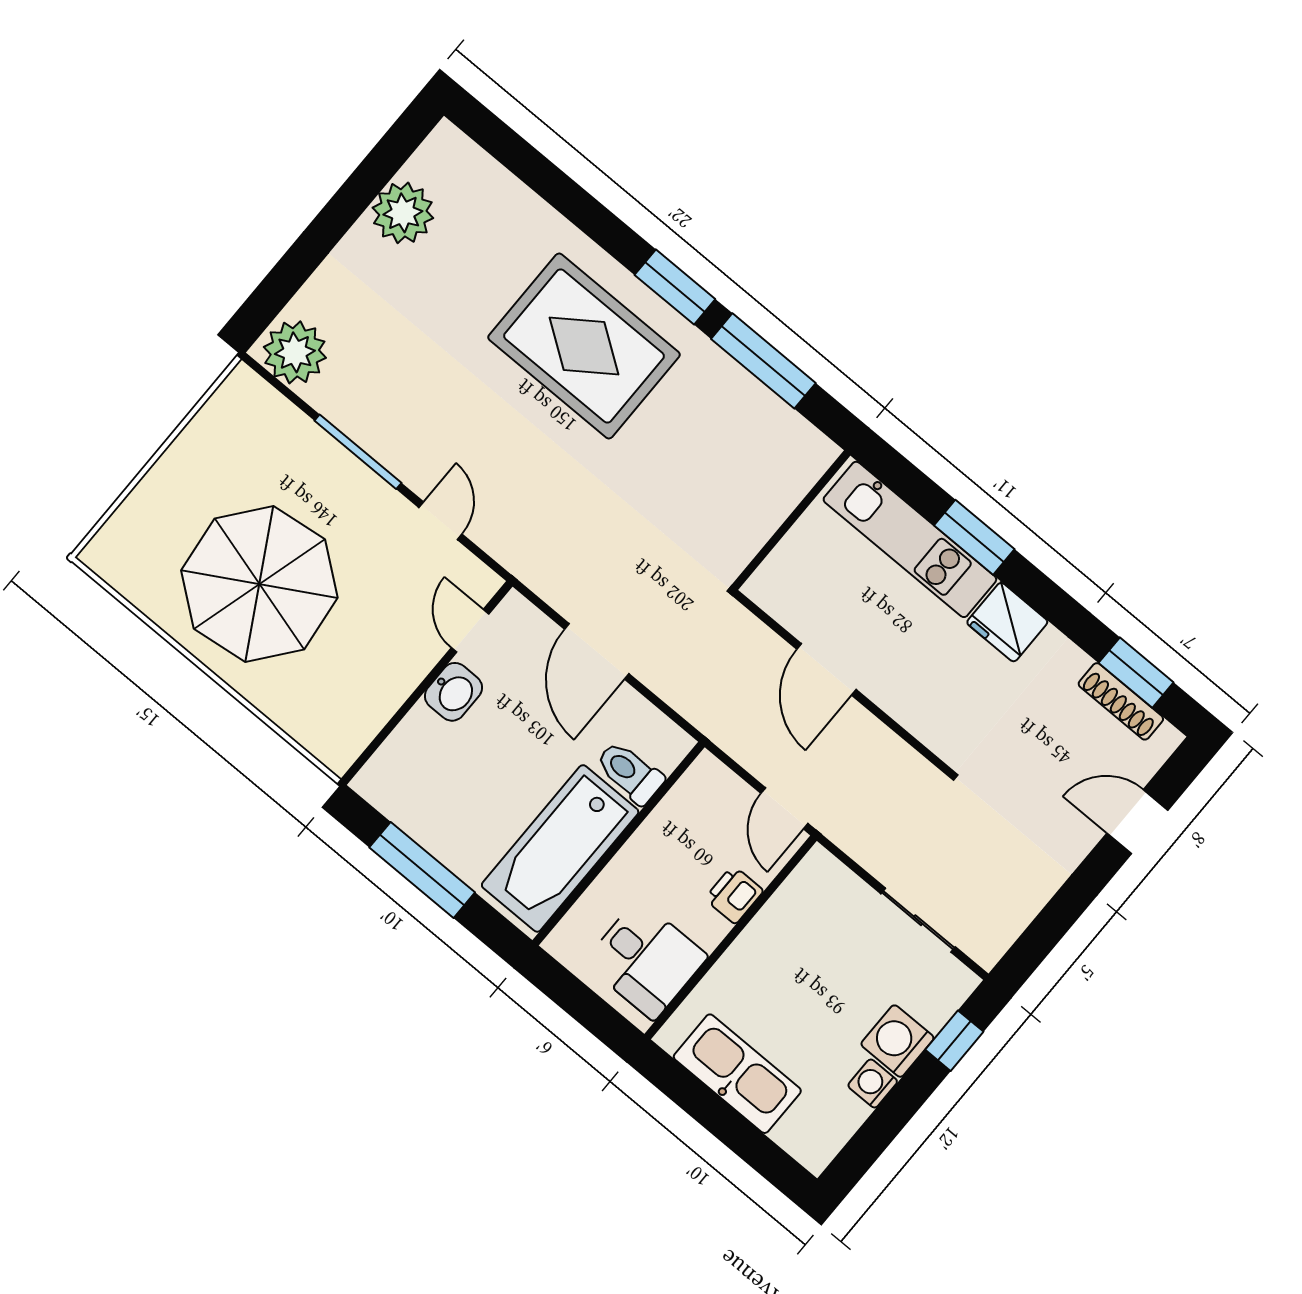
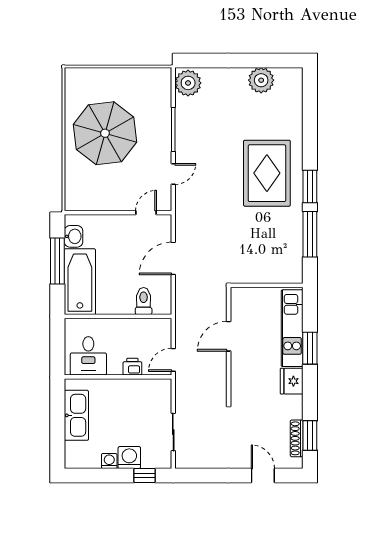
washbasin: (453, 692) -> (73, 236), moved, turned -90
bathtub: (560, 848) -> (80, 282), moved, turned 90

